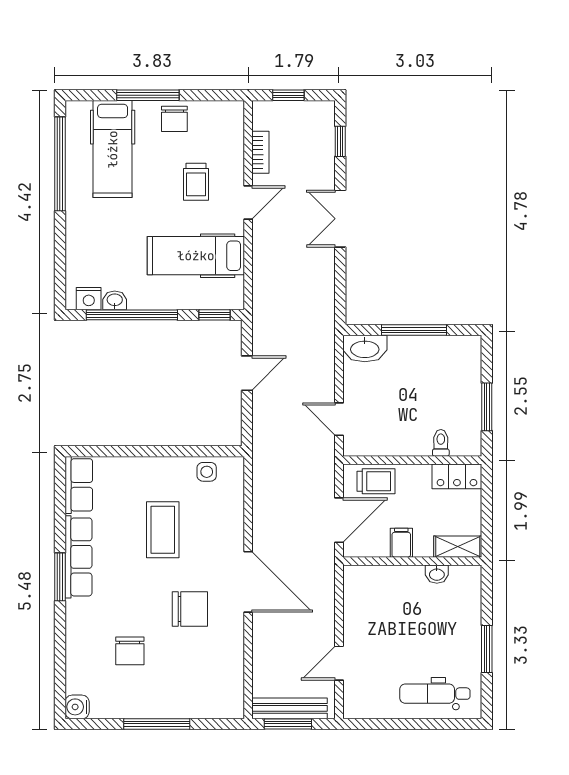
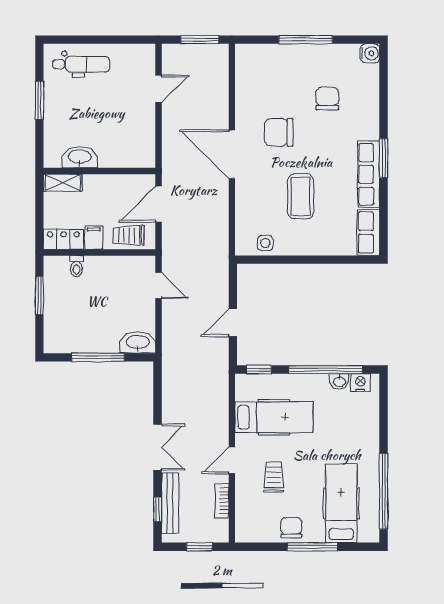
filing cabinet: (401, 543) -> (94, 238), moved, turned 180
washbasin: (437, 574) -> (80, 157), width x1.91, depth x1.45
bench: (289, 708) -> (170, 503), moved, turned 90

